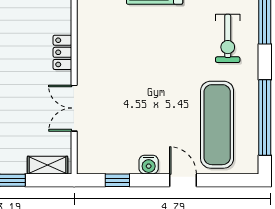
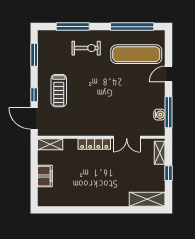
locker: (62, 52) -> (94, 144), width x1.53
water cooler: (149, 165) -> (159, 115), moved
window: (117, 180) -> (169, 112), width x2.17

